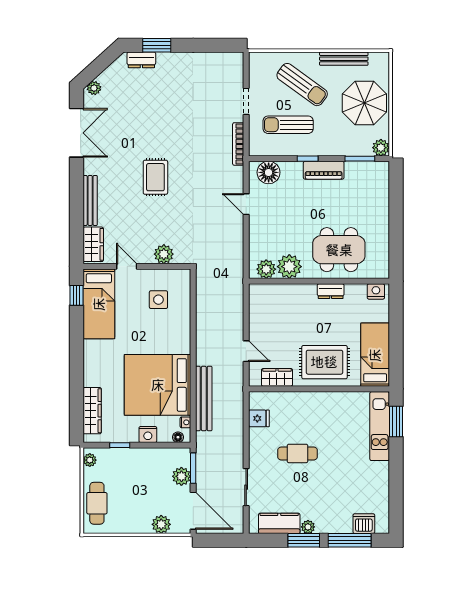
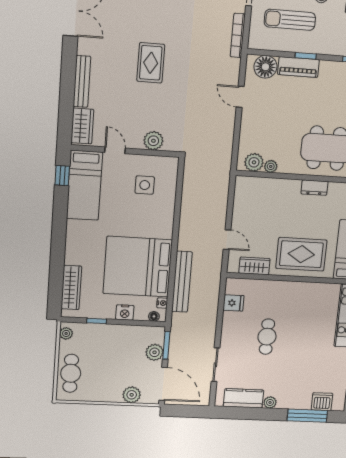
piano: (324, 170) -> (298, 67), moved
plant: (289, 267) -> (271, 166), width x0.53, depth x0.53
cafe table: (297, 453) -> (267, 337), turned 90
window: (304, 540) -> (265, 414), removed

